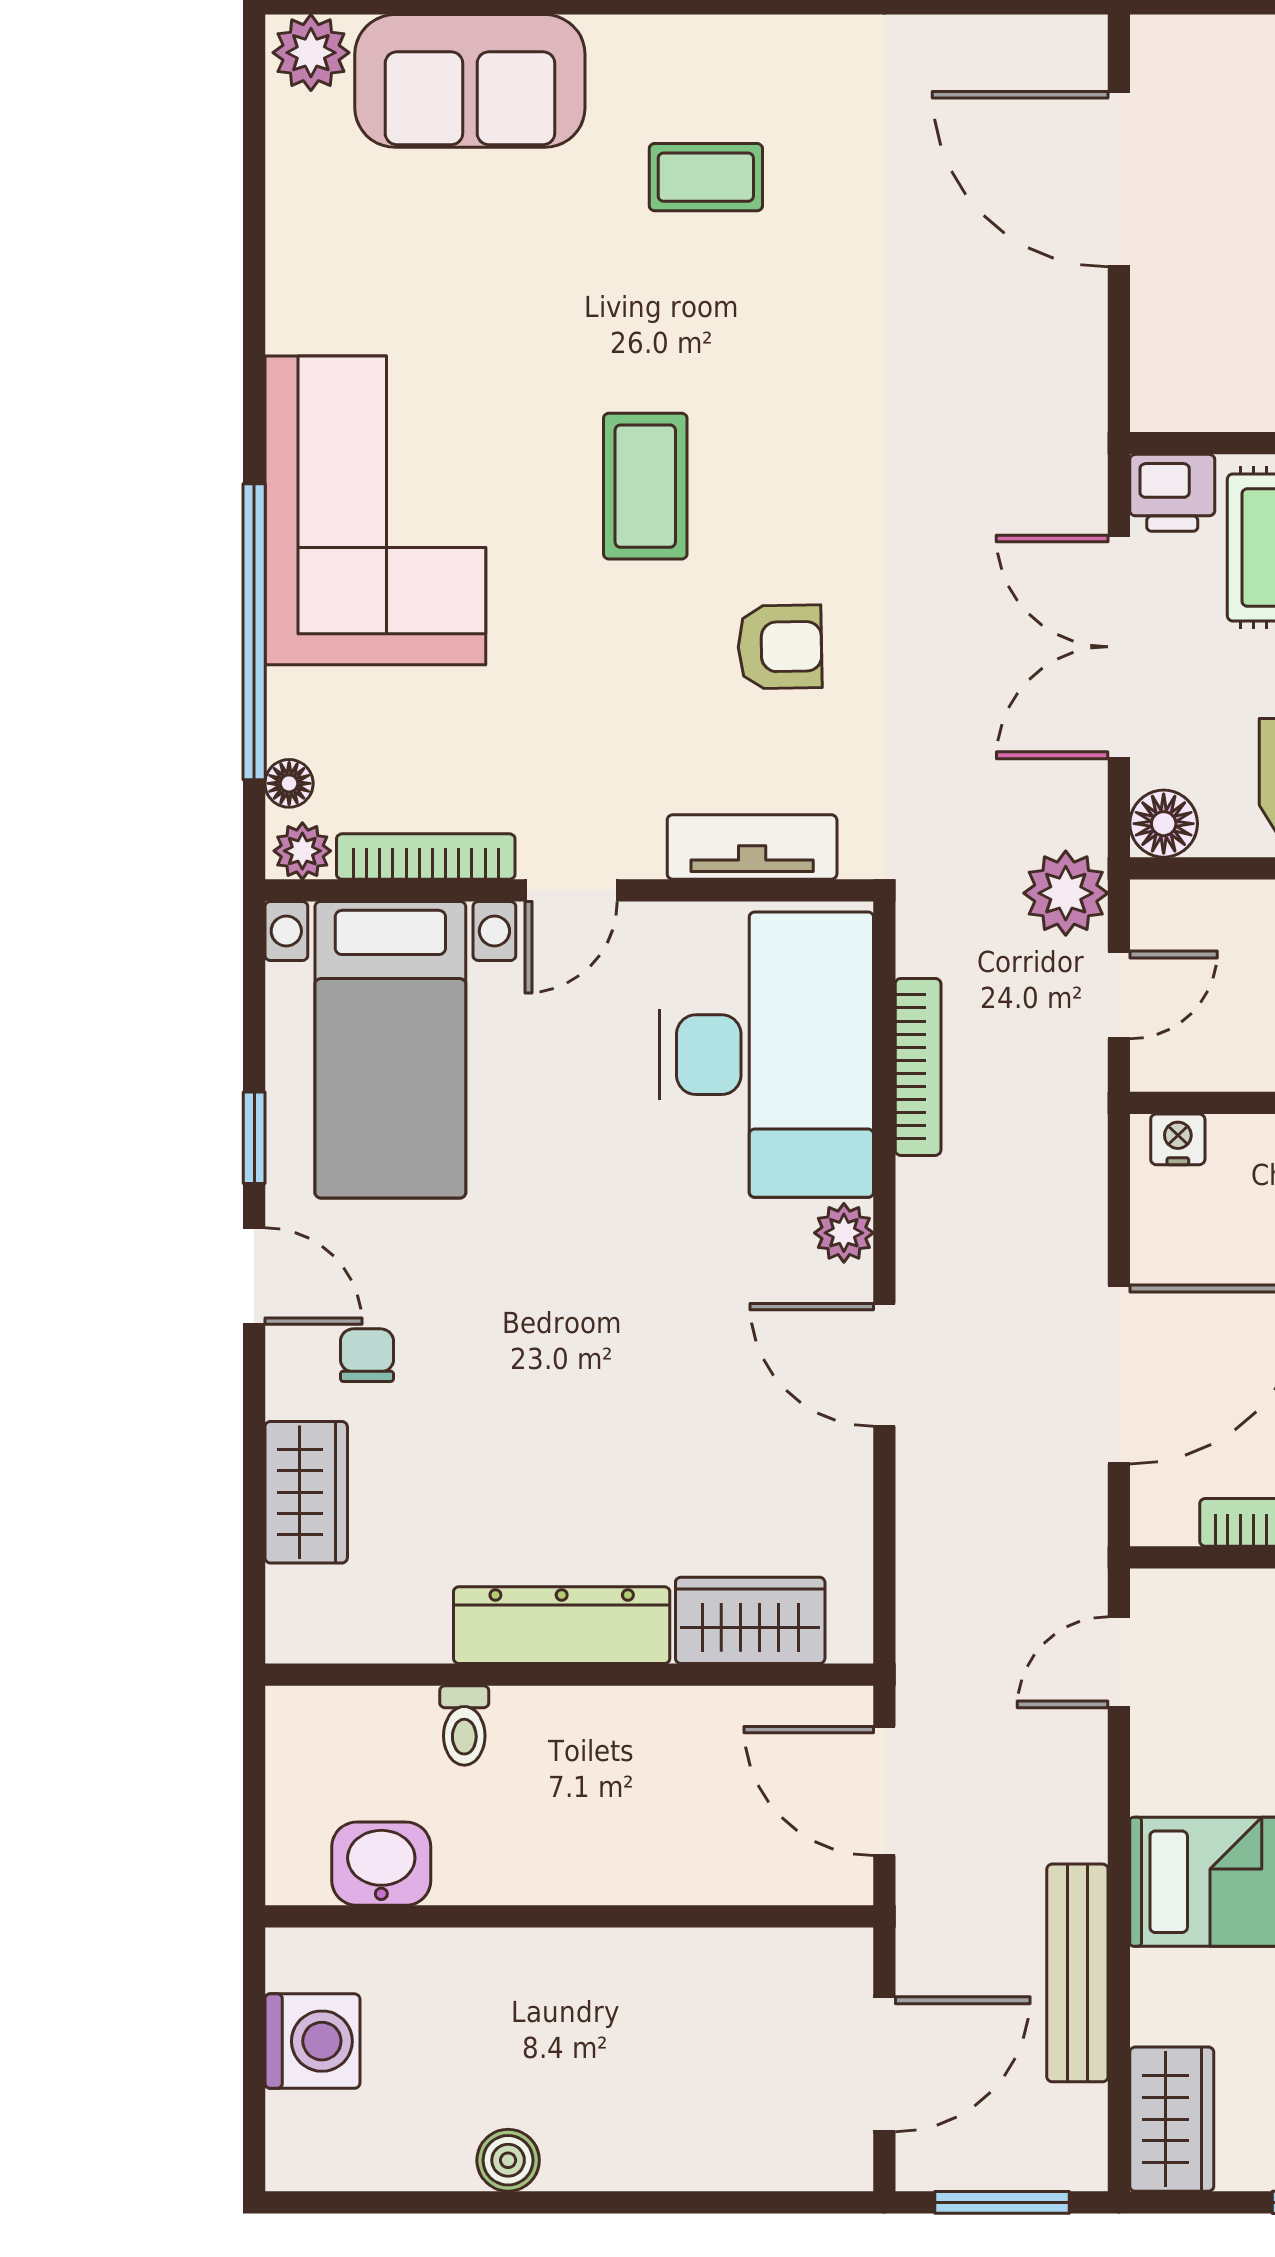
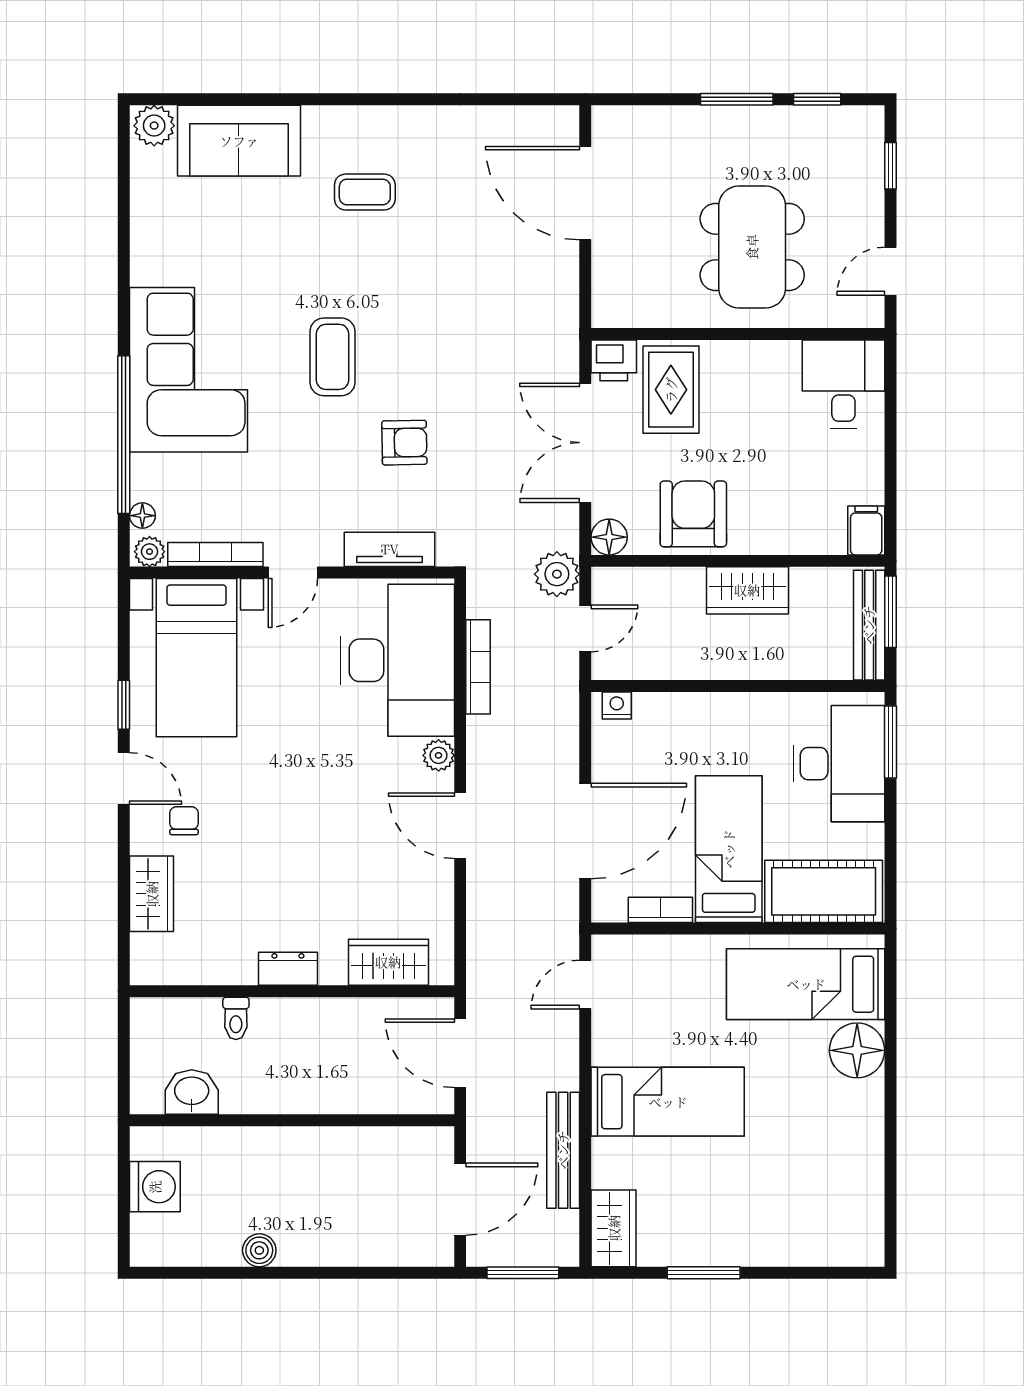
dresser: (562, 1625) -> (288, 969), width x0.51, depth x0.80

